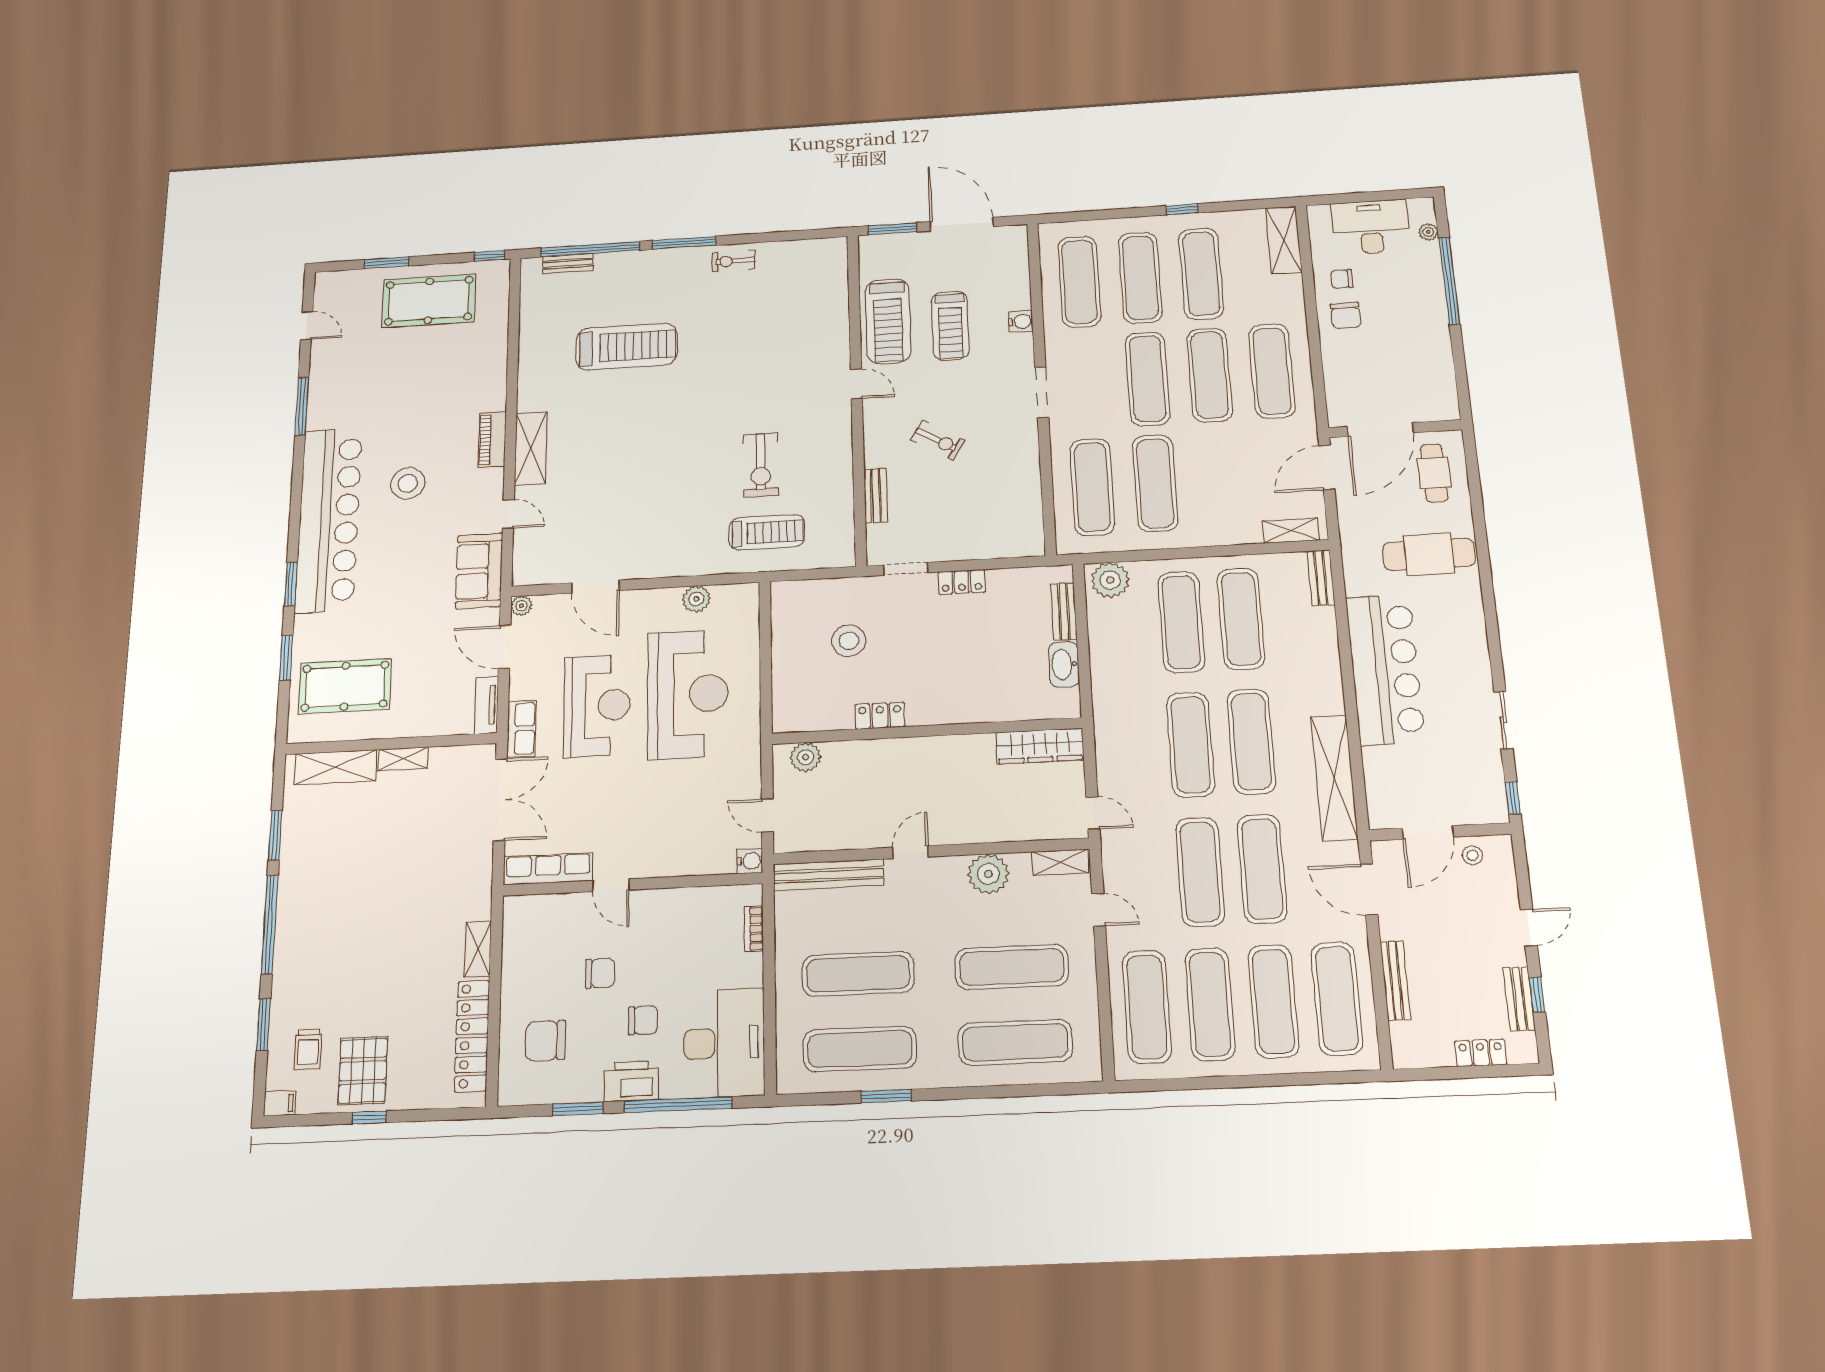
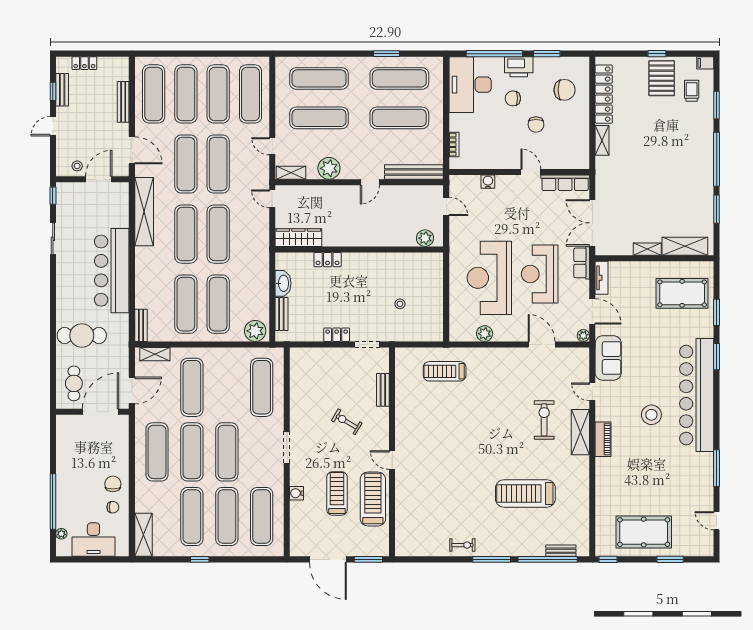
exercise bike: (761, 465) -> (544, 420), moved
exercise mat: (1155, 483) -> (192, 387), moved
stool: (849, 641) -> (400, 304), width x0.53, depth x0.53
locker: (880, 716) -> (328, 260), moved
water cooler: (750, 861) -> (488, 182), moved, turned 90
chair: (600, 973) -> (536, 124), turned -90

